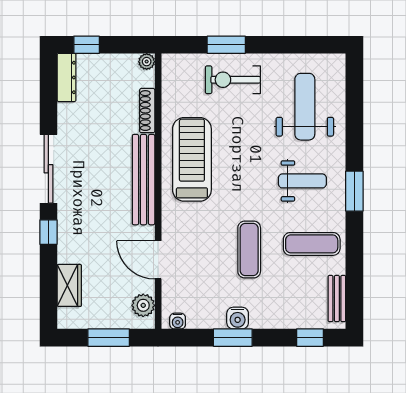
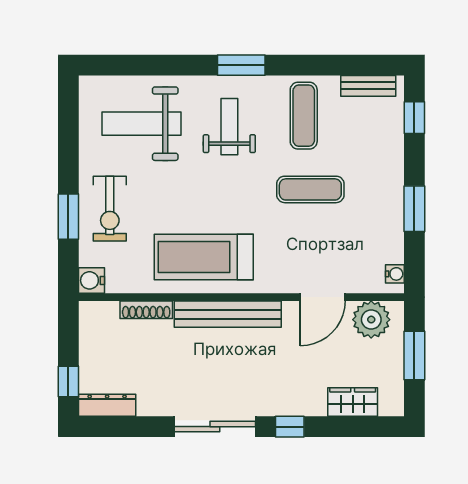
plant: (147, 62) -> (88, 311), removed
plant: (143, 305) -> (371, 320), width x1.36, depth x1.36
water cooler: (238, 318) -> (92, 280), moved, turned 180

